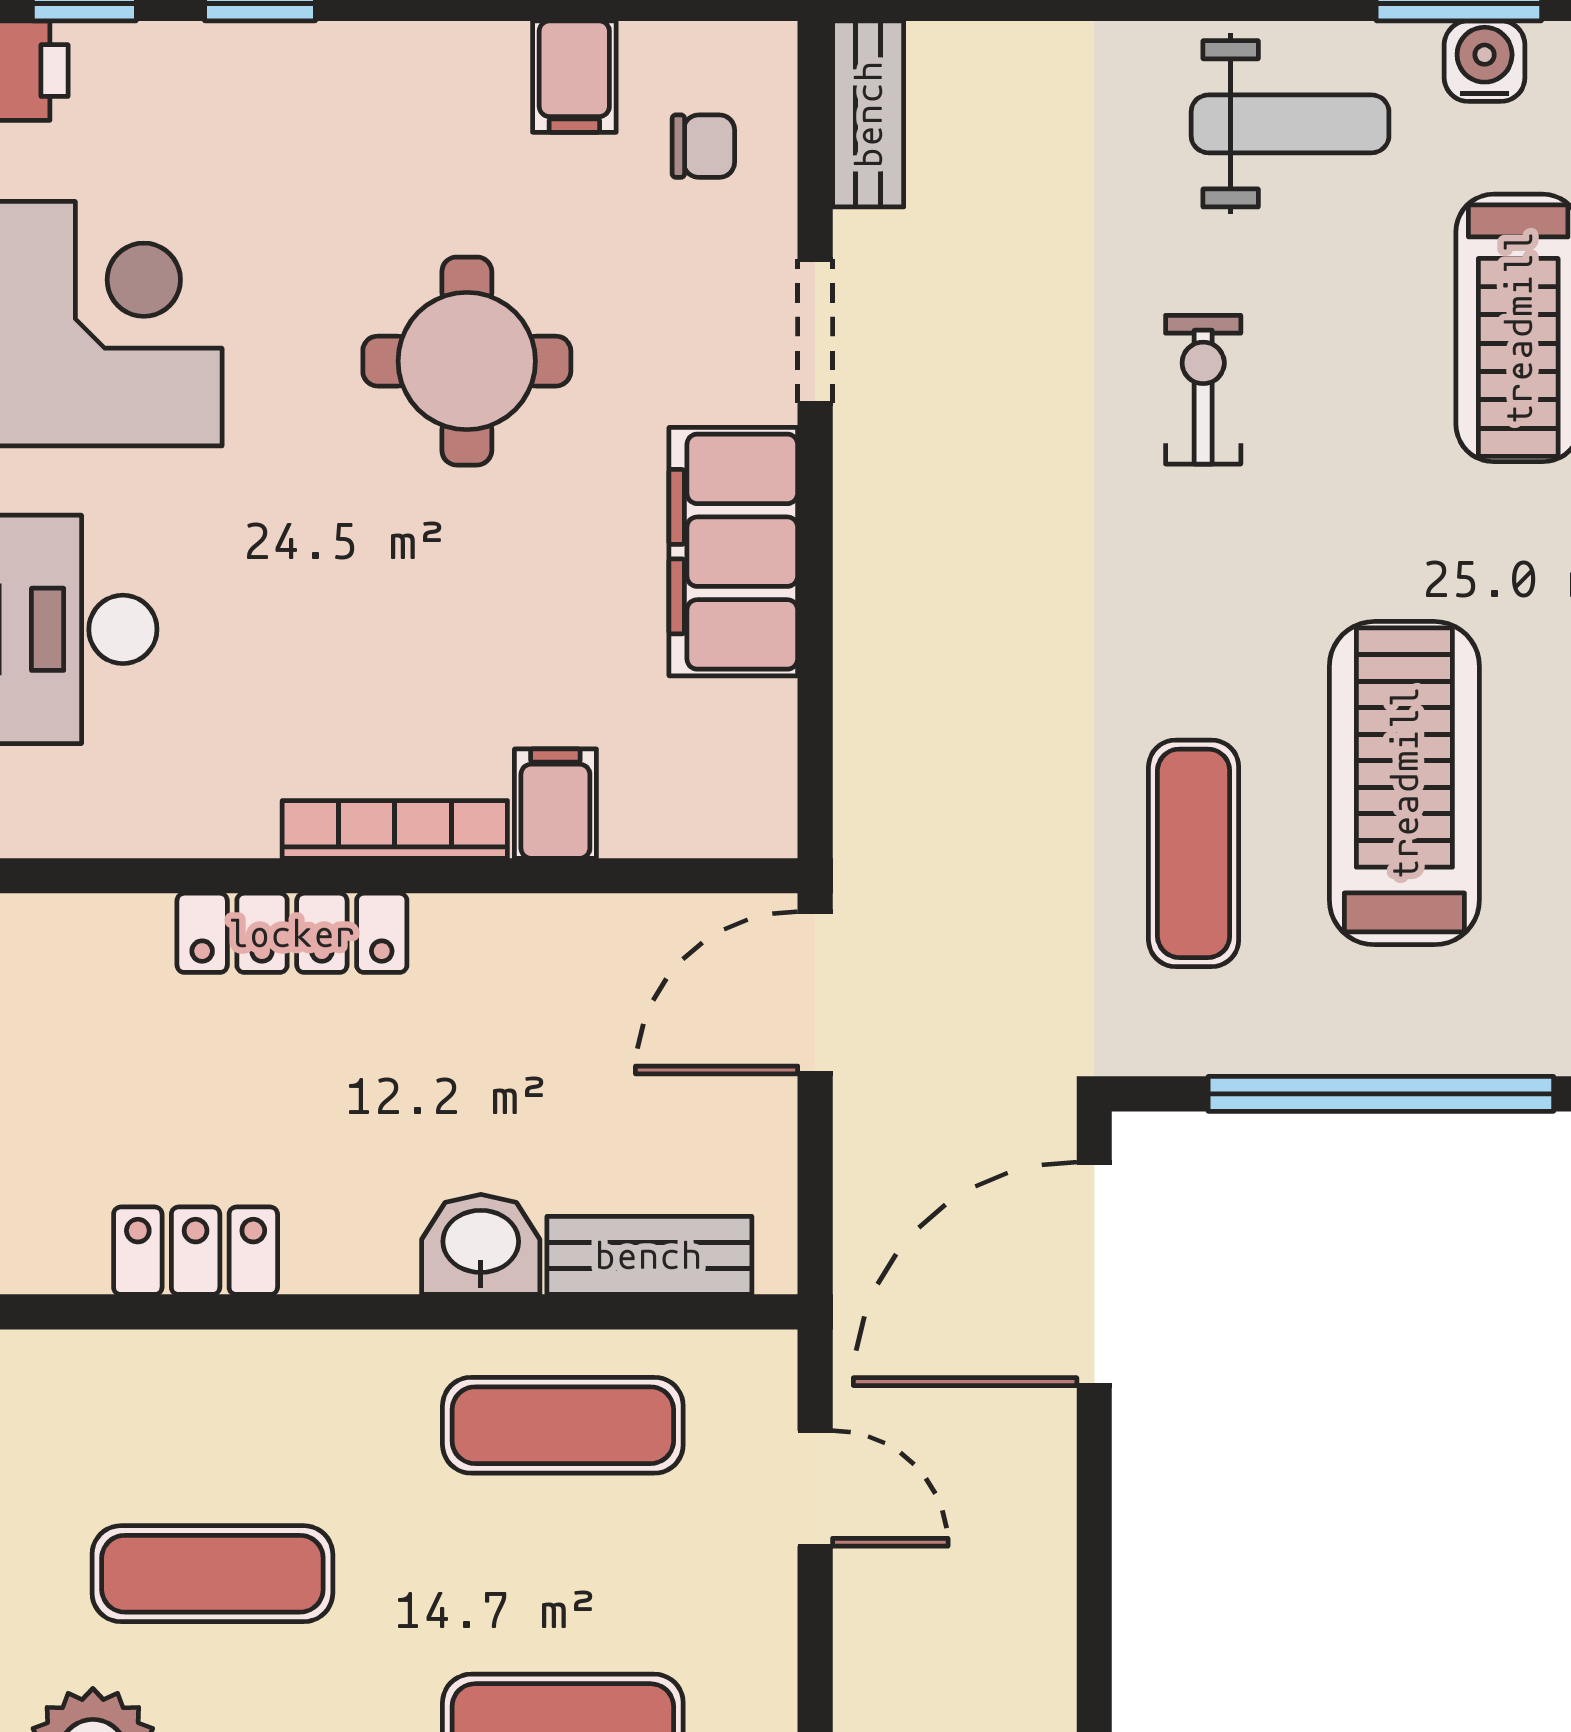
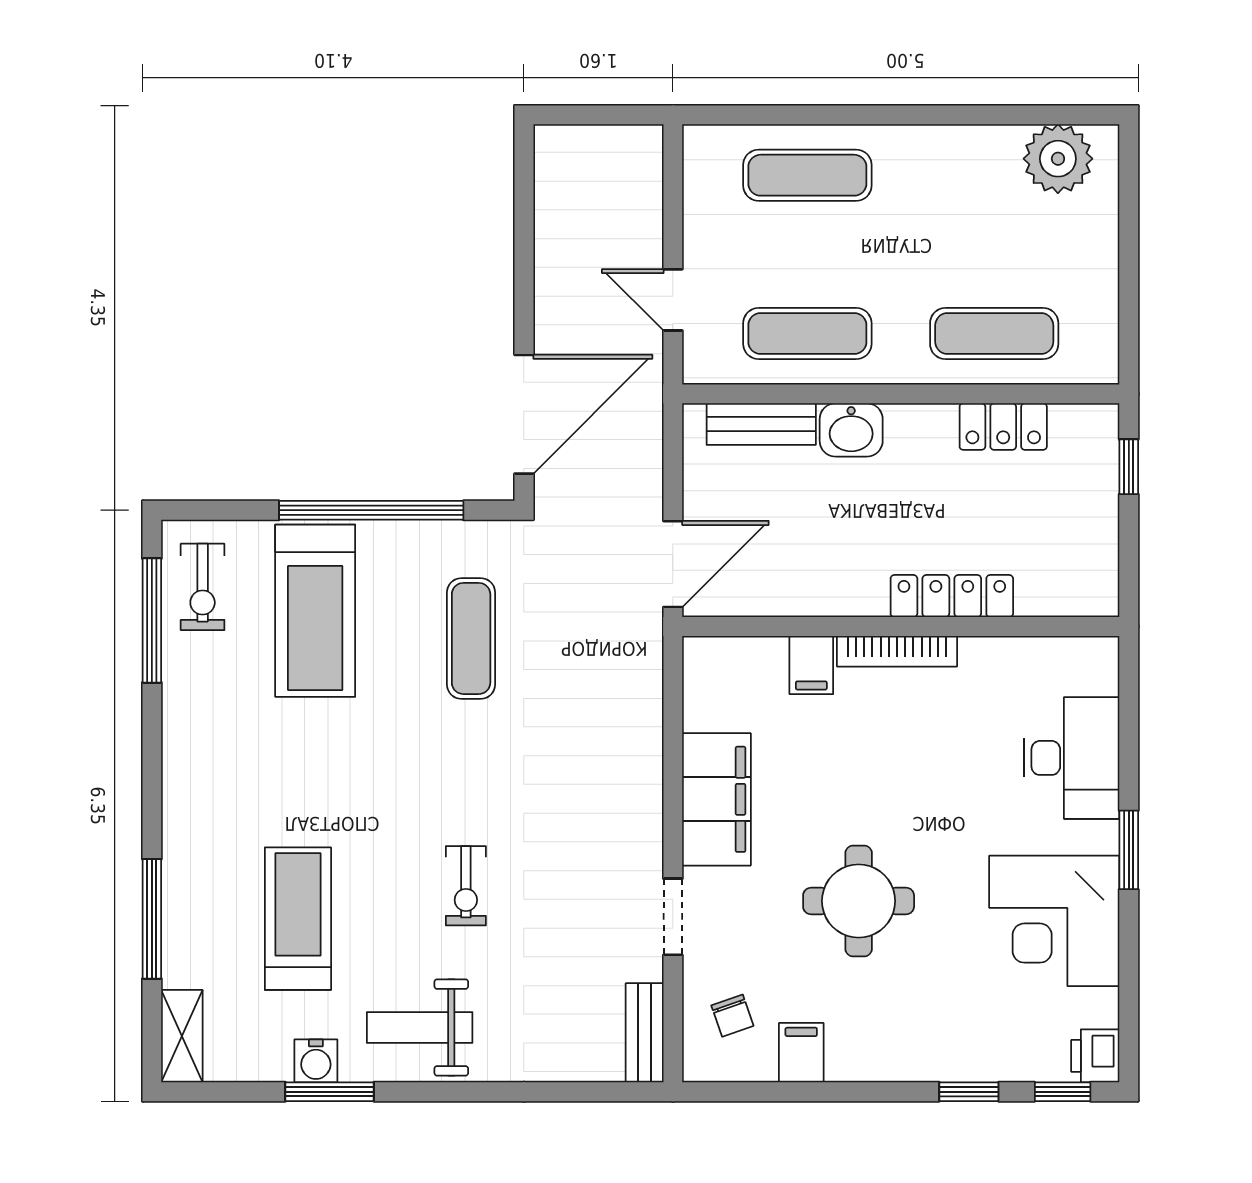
chair: (703, 146) -> (732, 1016), turned -109
treadmill: (1404, 783) -> (315, 611), moved
exercise mat: (212, 1574) -> (994, 334), moved

